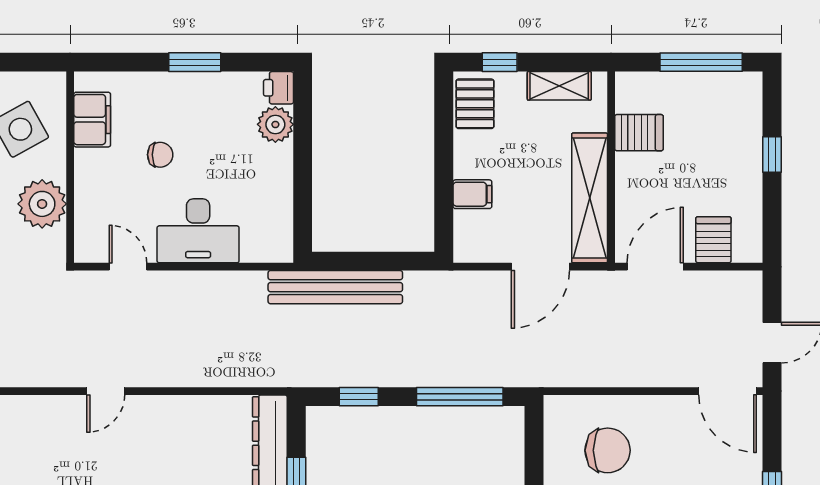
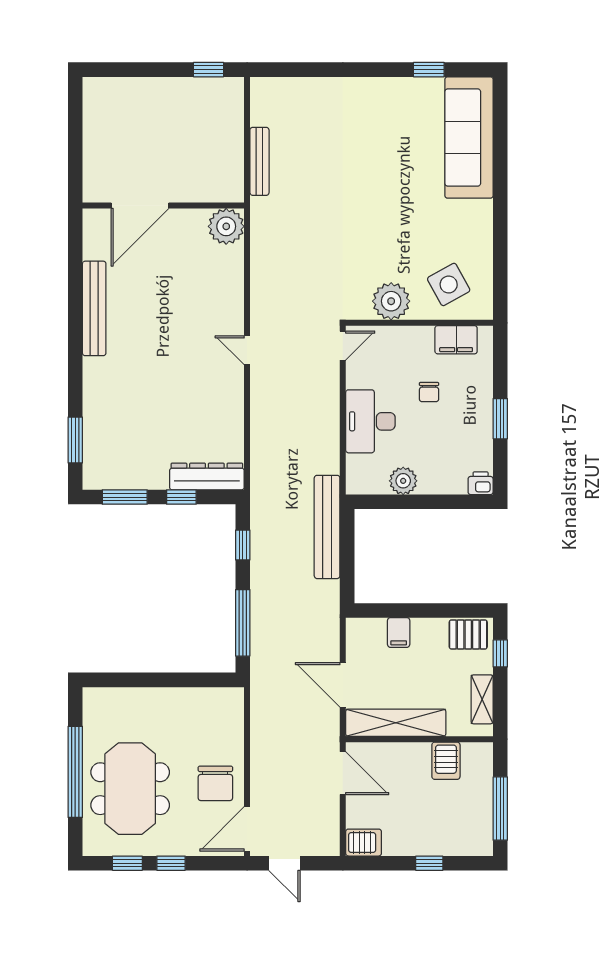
plant: (275, 124) -> (403, 481), moved
server rack: (713, 240) -> (364, 843), moved
door: (128, 267) -> (343, 346), moved
chair: (608, 450) -> (215, 783), moved

